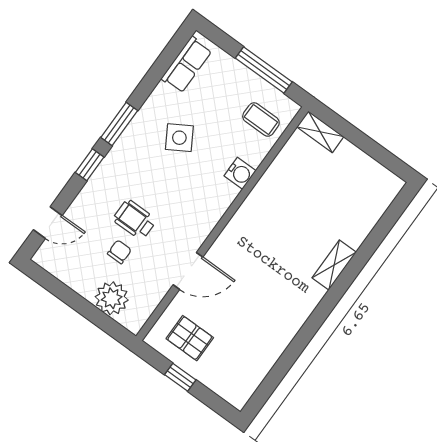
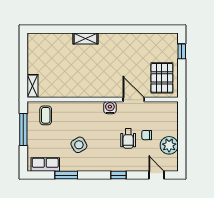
window: (119, 124) -> (66, 175), moved
water cooler: (240, 173) -> (110, 108), moved
plant: (112, 298) -> (169, 145), moved
pallet: (190, 338) -> (162, 78), width x1.50, depth x1.42
window: (180, 377) -> (182, 51), moved

